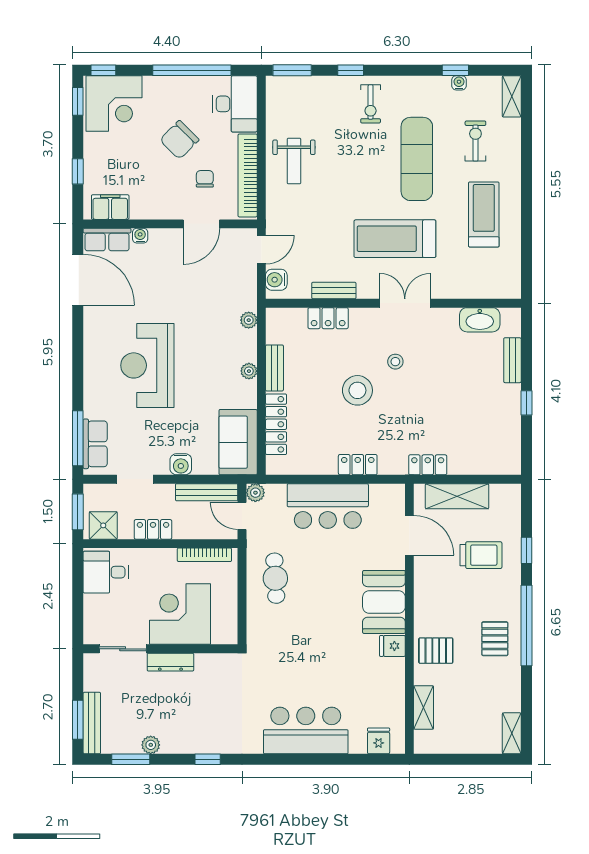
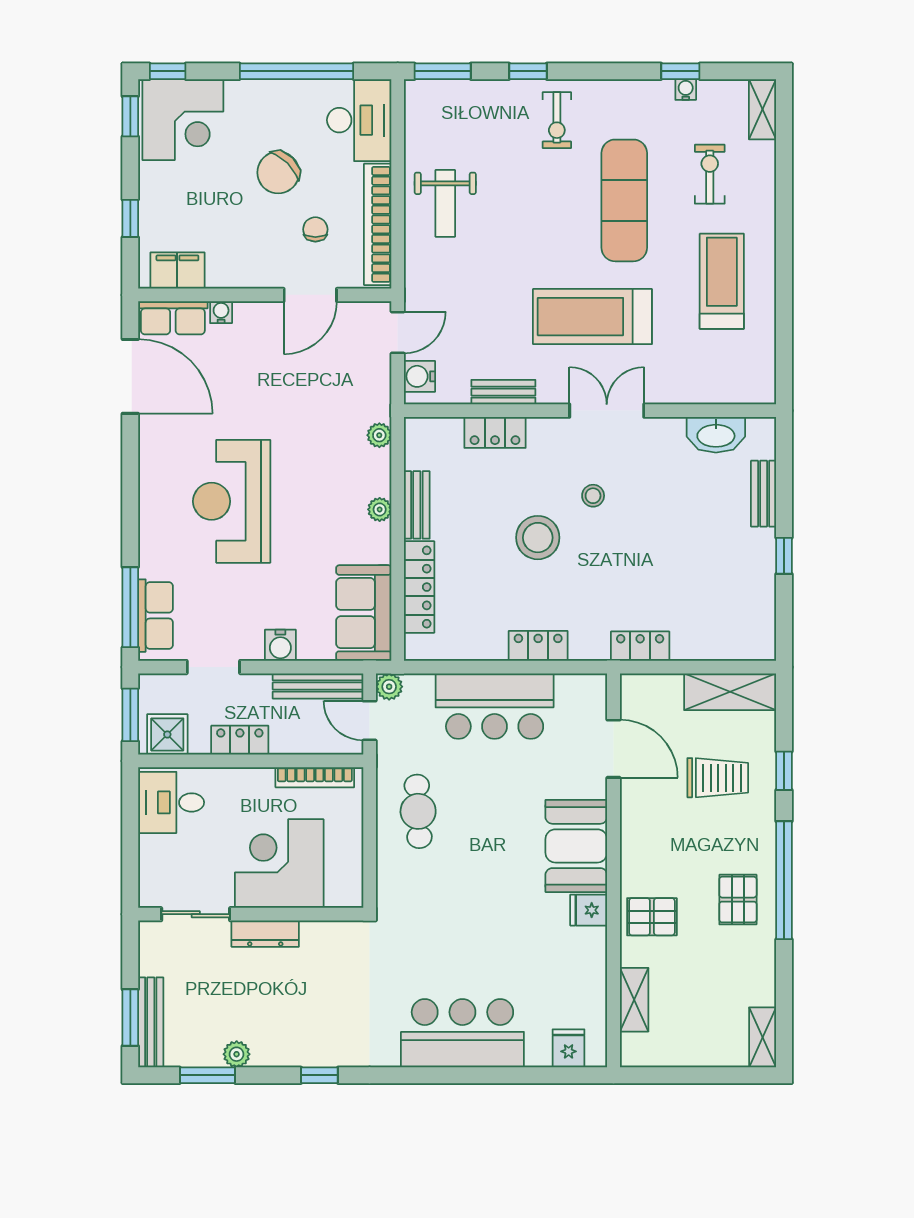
shelving: (457, 496) -> (730, 692), moved

